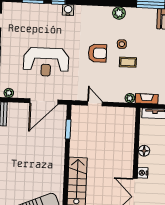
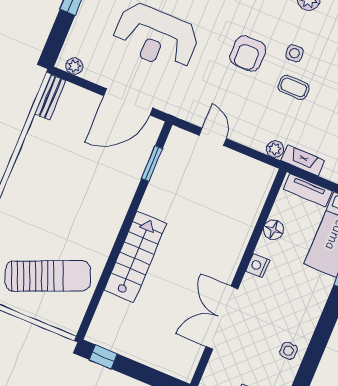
armchair: (97, 53) -> (248, 53), turned 90
floor lamp: (144, 151) -> (273, 230), moved
nightstand: (143, 173) -> (258, 266), moved

